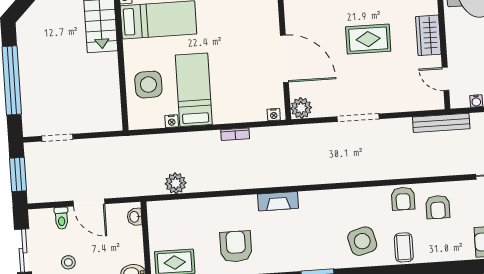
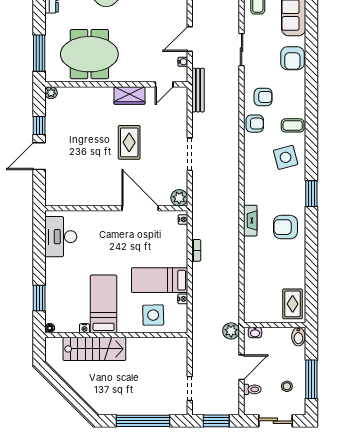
door: (284, 59) -> (140, 208), hinge flipped
plant: (176, 183) -> (231, 331), moved
armchair: (236, 246) -> (286, 227), moved

